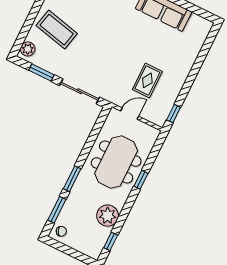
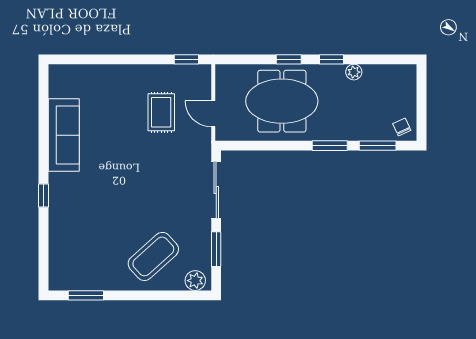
coffee table: (57, 30) -> (153, 256), turned 35
rug: (147, 80) -> (161, 112), turned 90
plant: (108, 216) -> (354, 72), width x0.53, depth x0.53
window: (111, 241) -> (331, 59), moved

